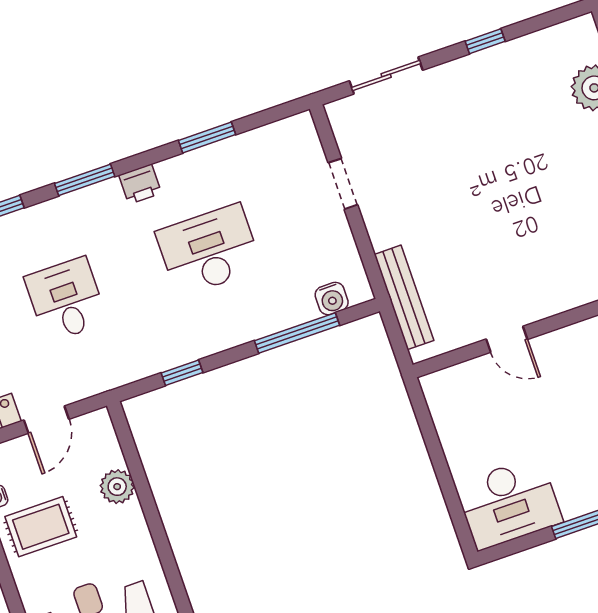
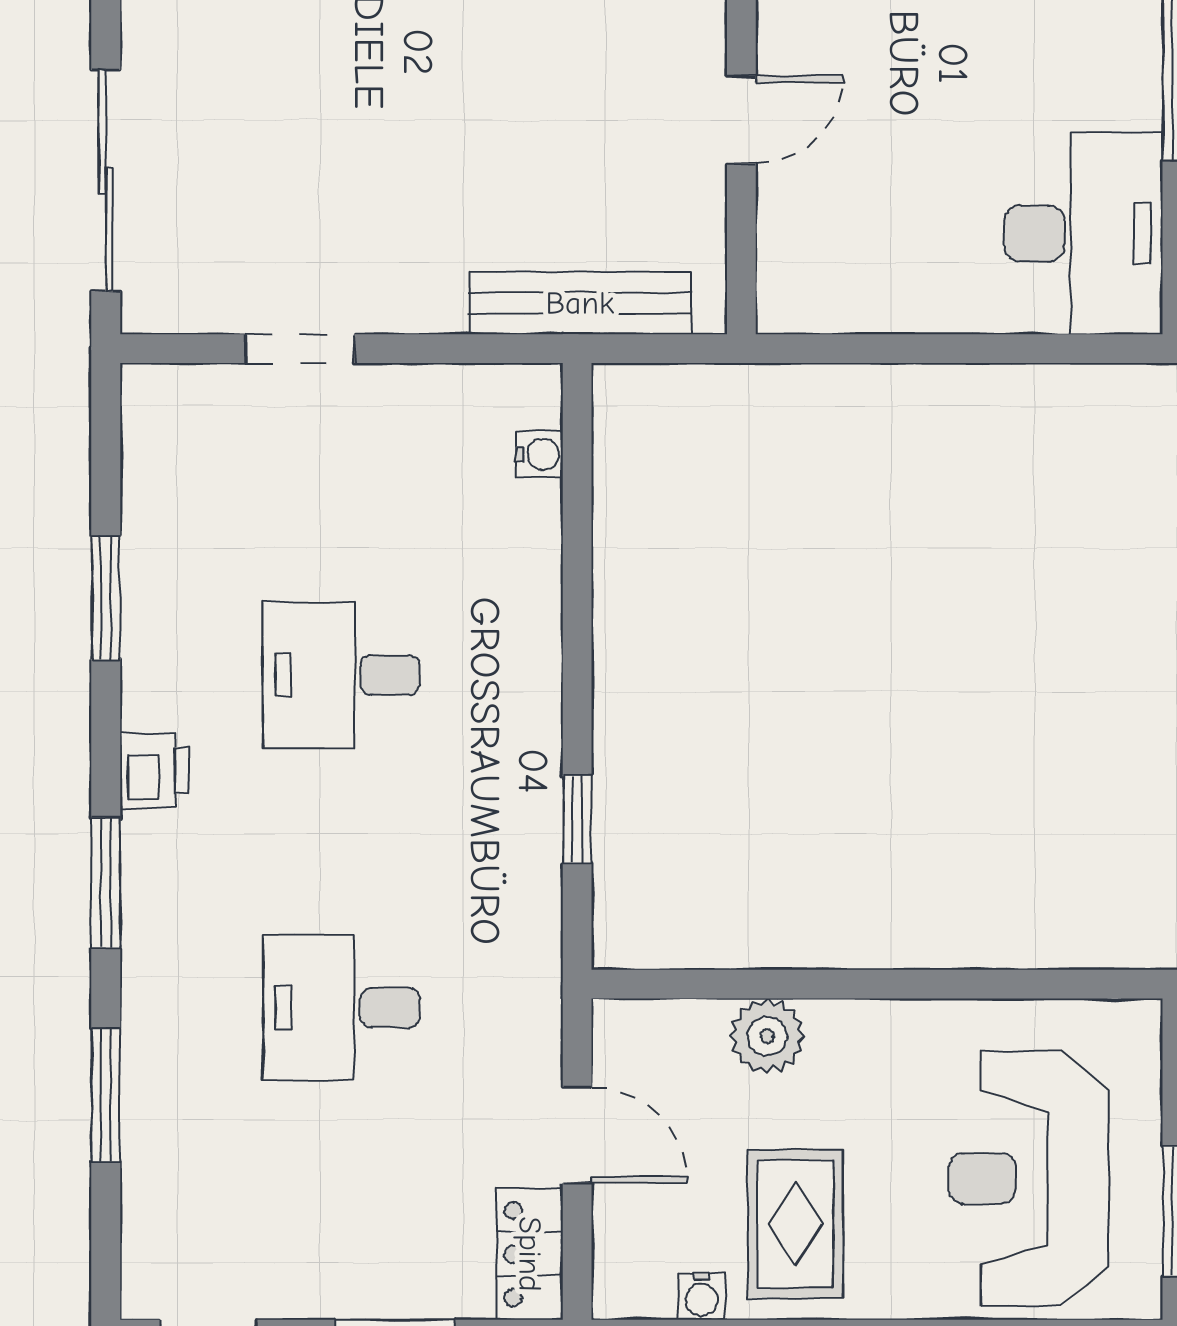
sliding door: (386, 76) -> (106, 180), width x1.37
desk: (209, 250) -> (341, 675), width x0.73
water cooler: (332, 299) -> (539, 454), width x0.72, depth x0.72
window: (297, 333) -> (577, 551), removed

